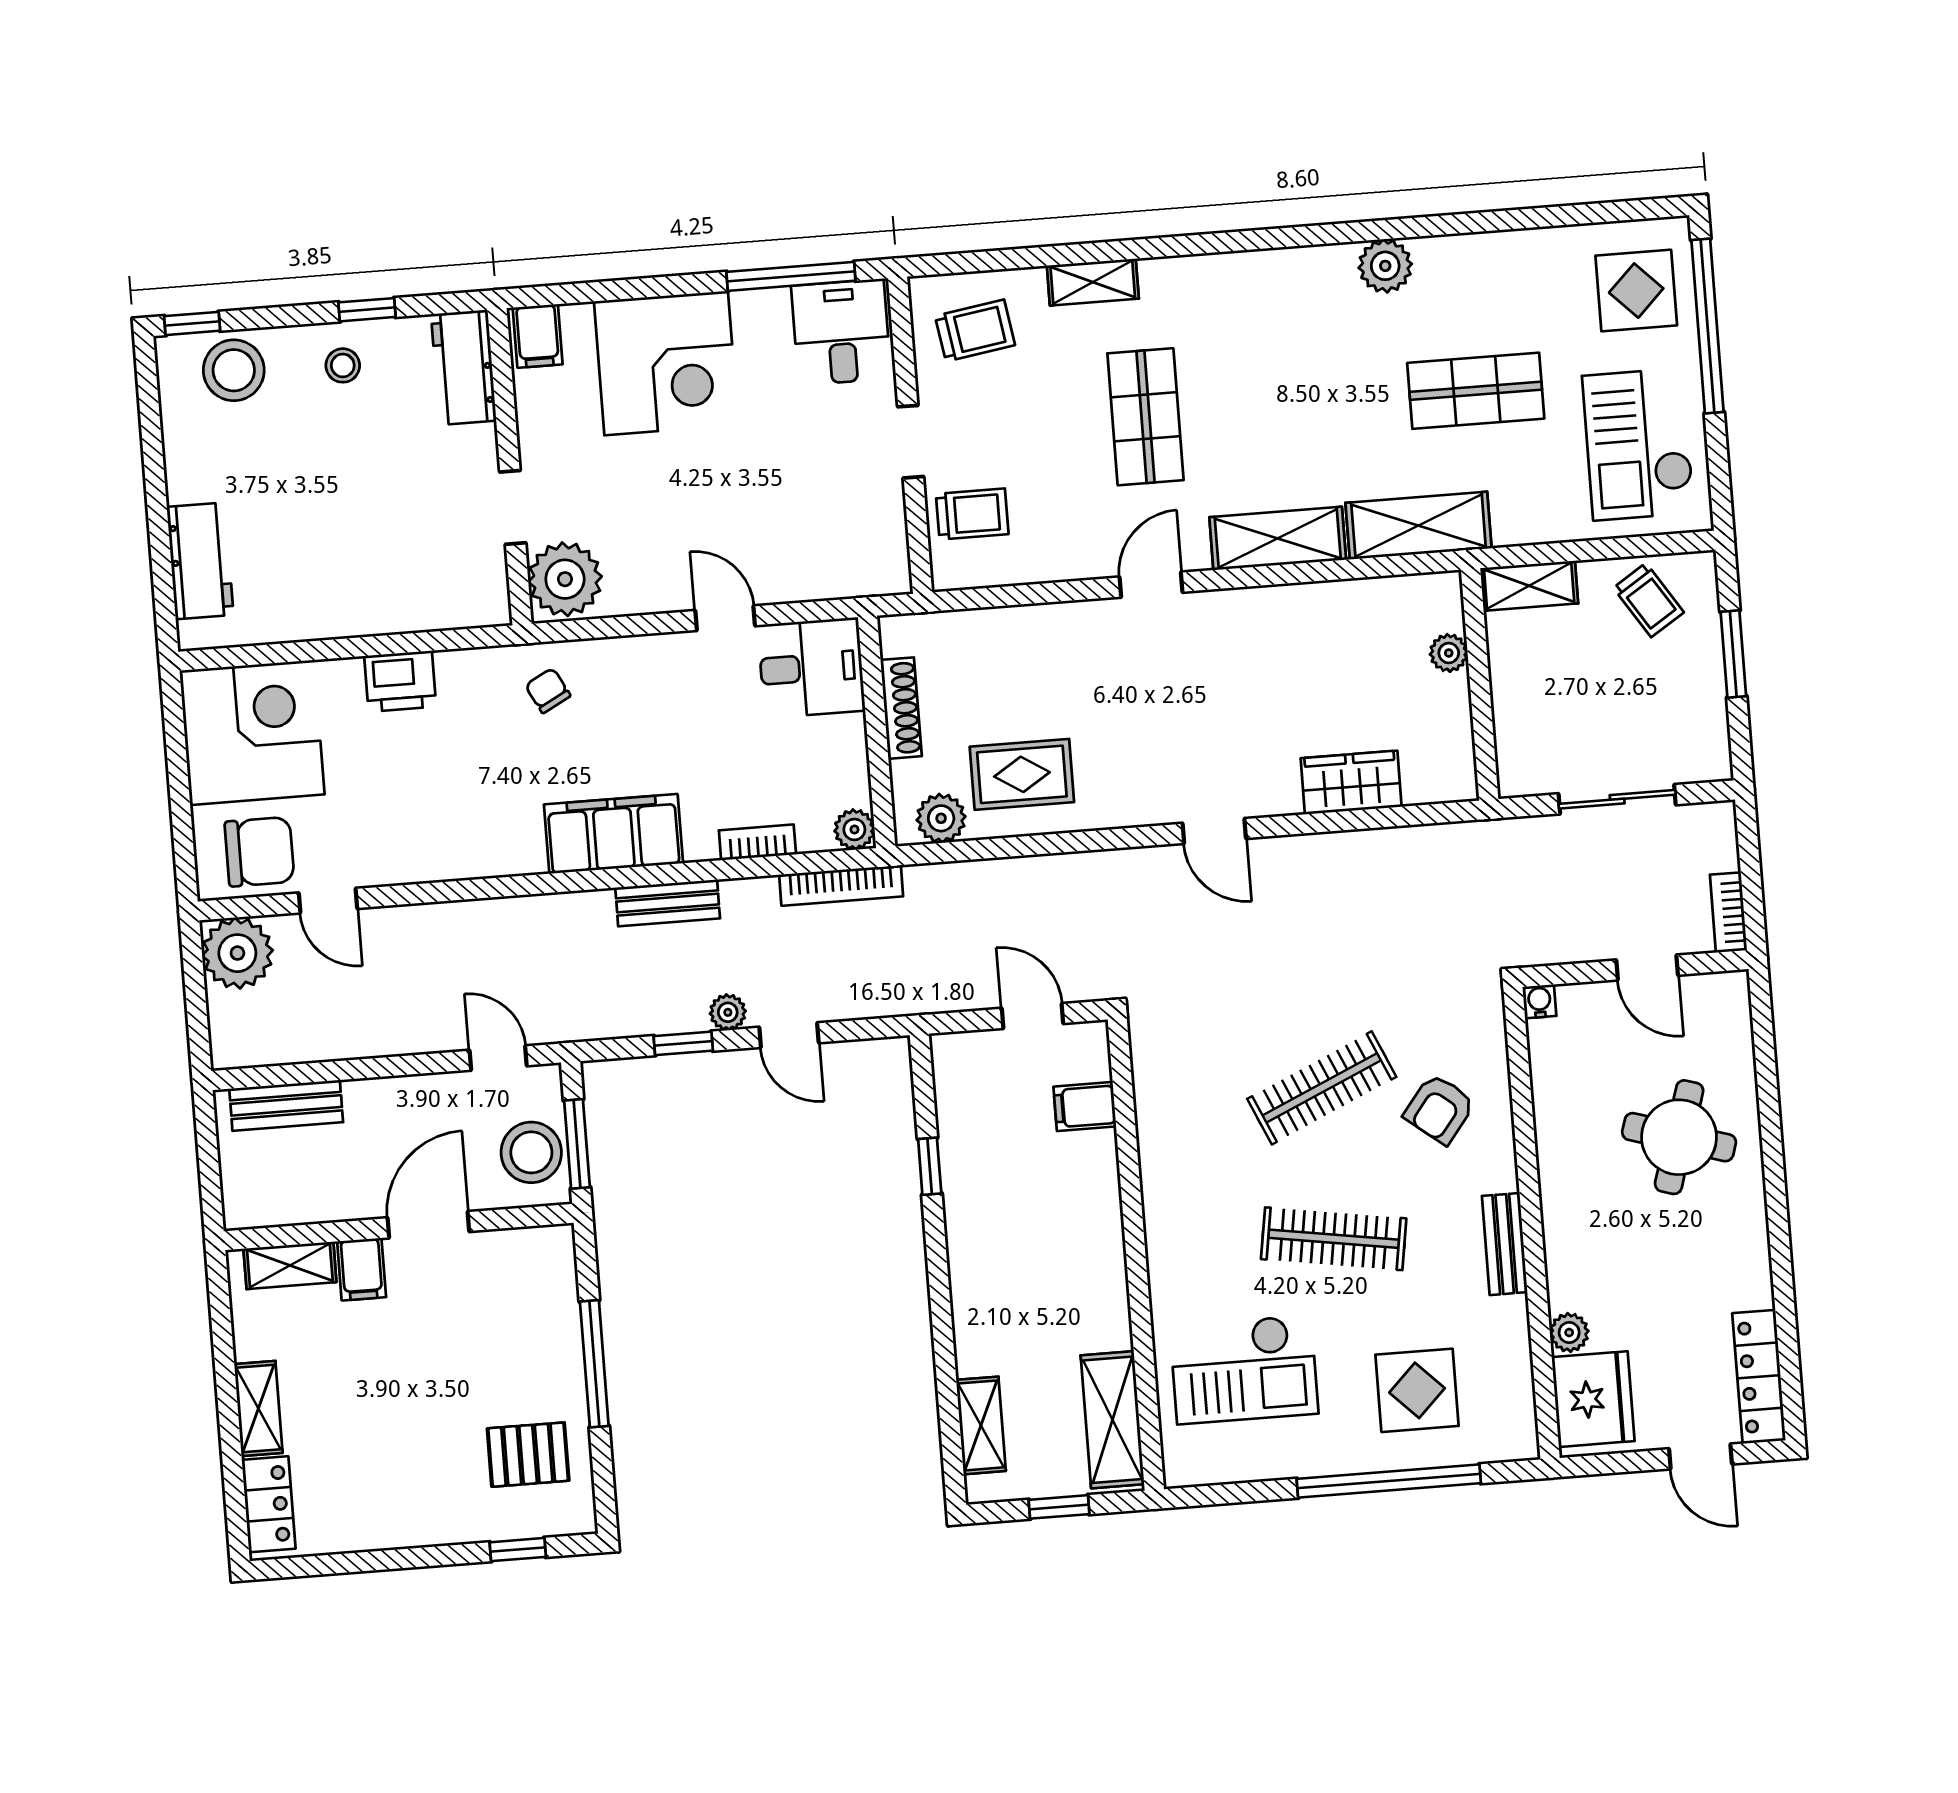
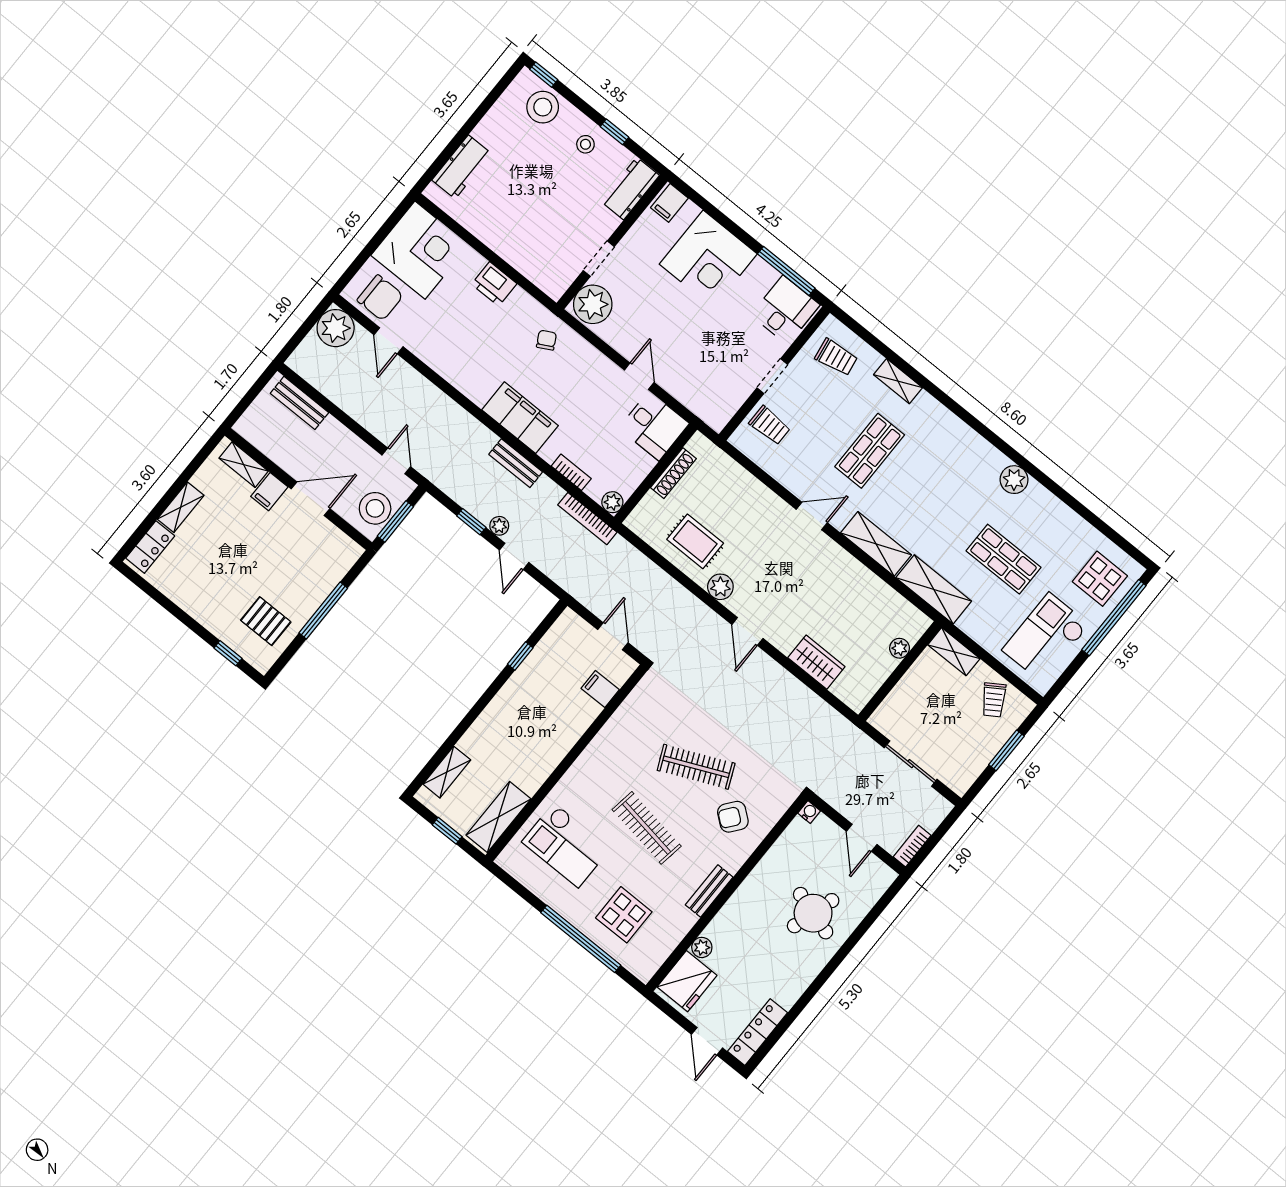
plant: (941, 818) -> (720, 587), moved

